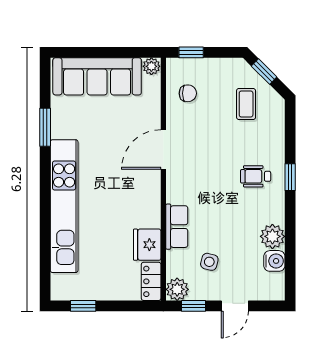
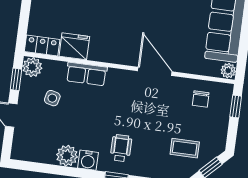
water cooler: (274, 261) -> (88, 160), moved

